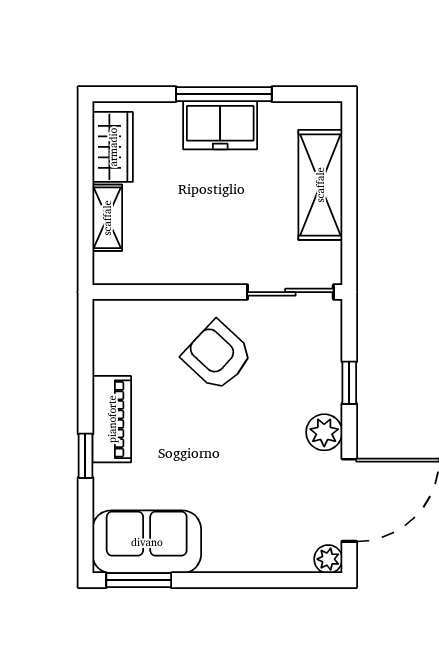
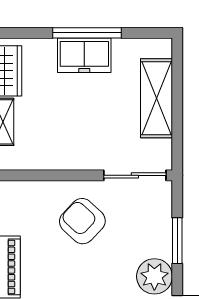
window: (349, 383) -> (177, 241), width x1.50
plant: (324, 432) -> (154, 276), width x1.36, depth x1.36

